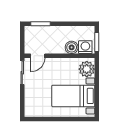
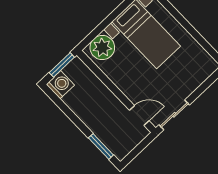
boiler: (72, 47) -> (94, 87), removed
washing machine: (85, 47) -> (60, 85), moved, turned 180

